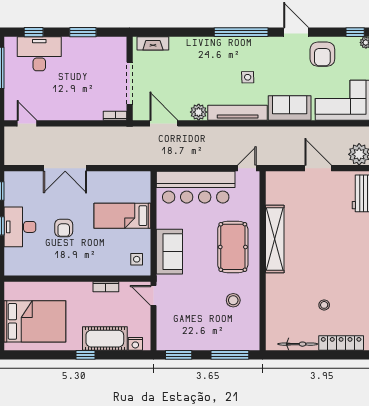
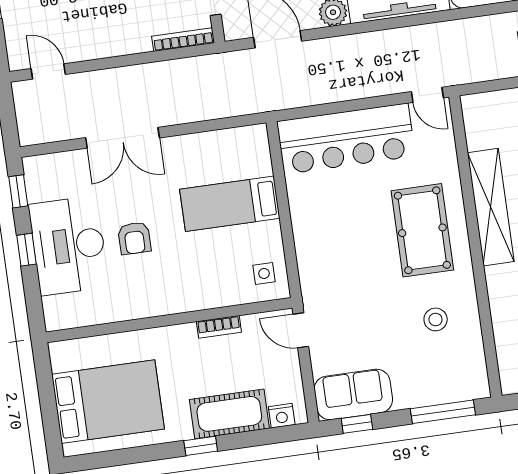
bookcase: (115, 116) -> (183, 40), width x1.56
door: (247, 168) -> (427, 95), swing flipped
desk: (20, 227) -> (69, 246), width x1.36, depth x1.30
sofa: (169, 252) -> (353, 394), moved, turned -90
window: (179, 355) -> (357, 424), width x0.67

